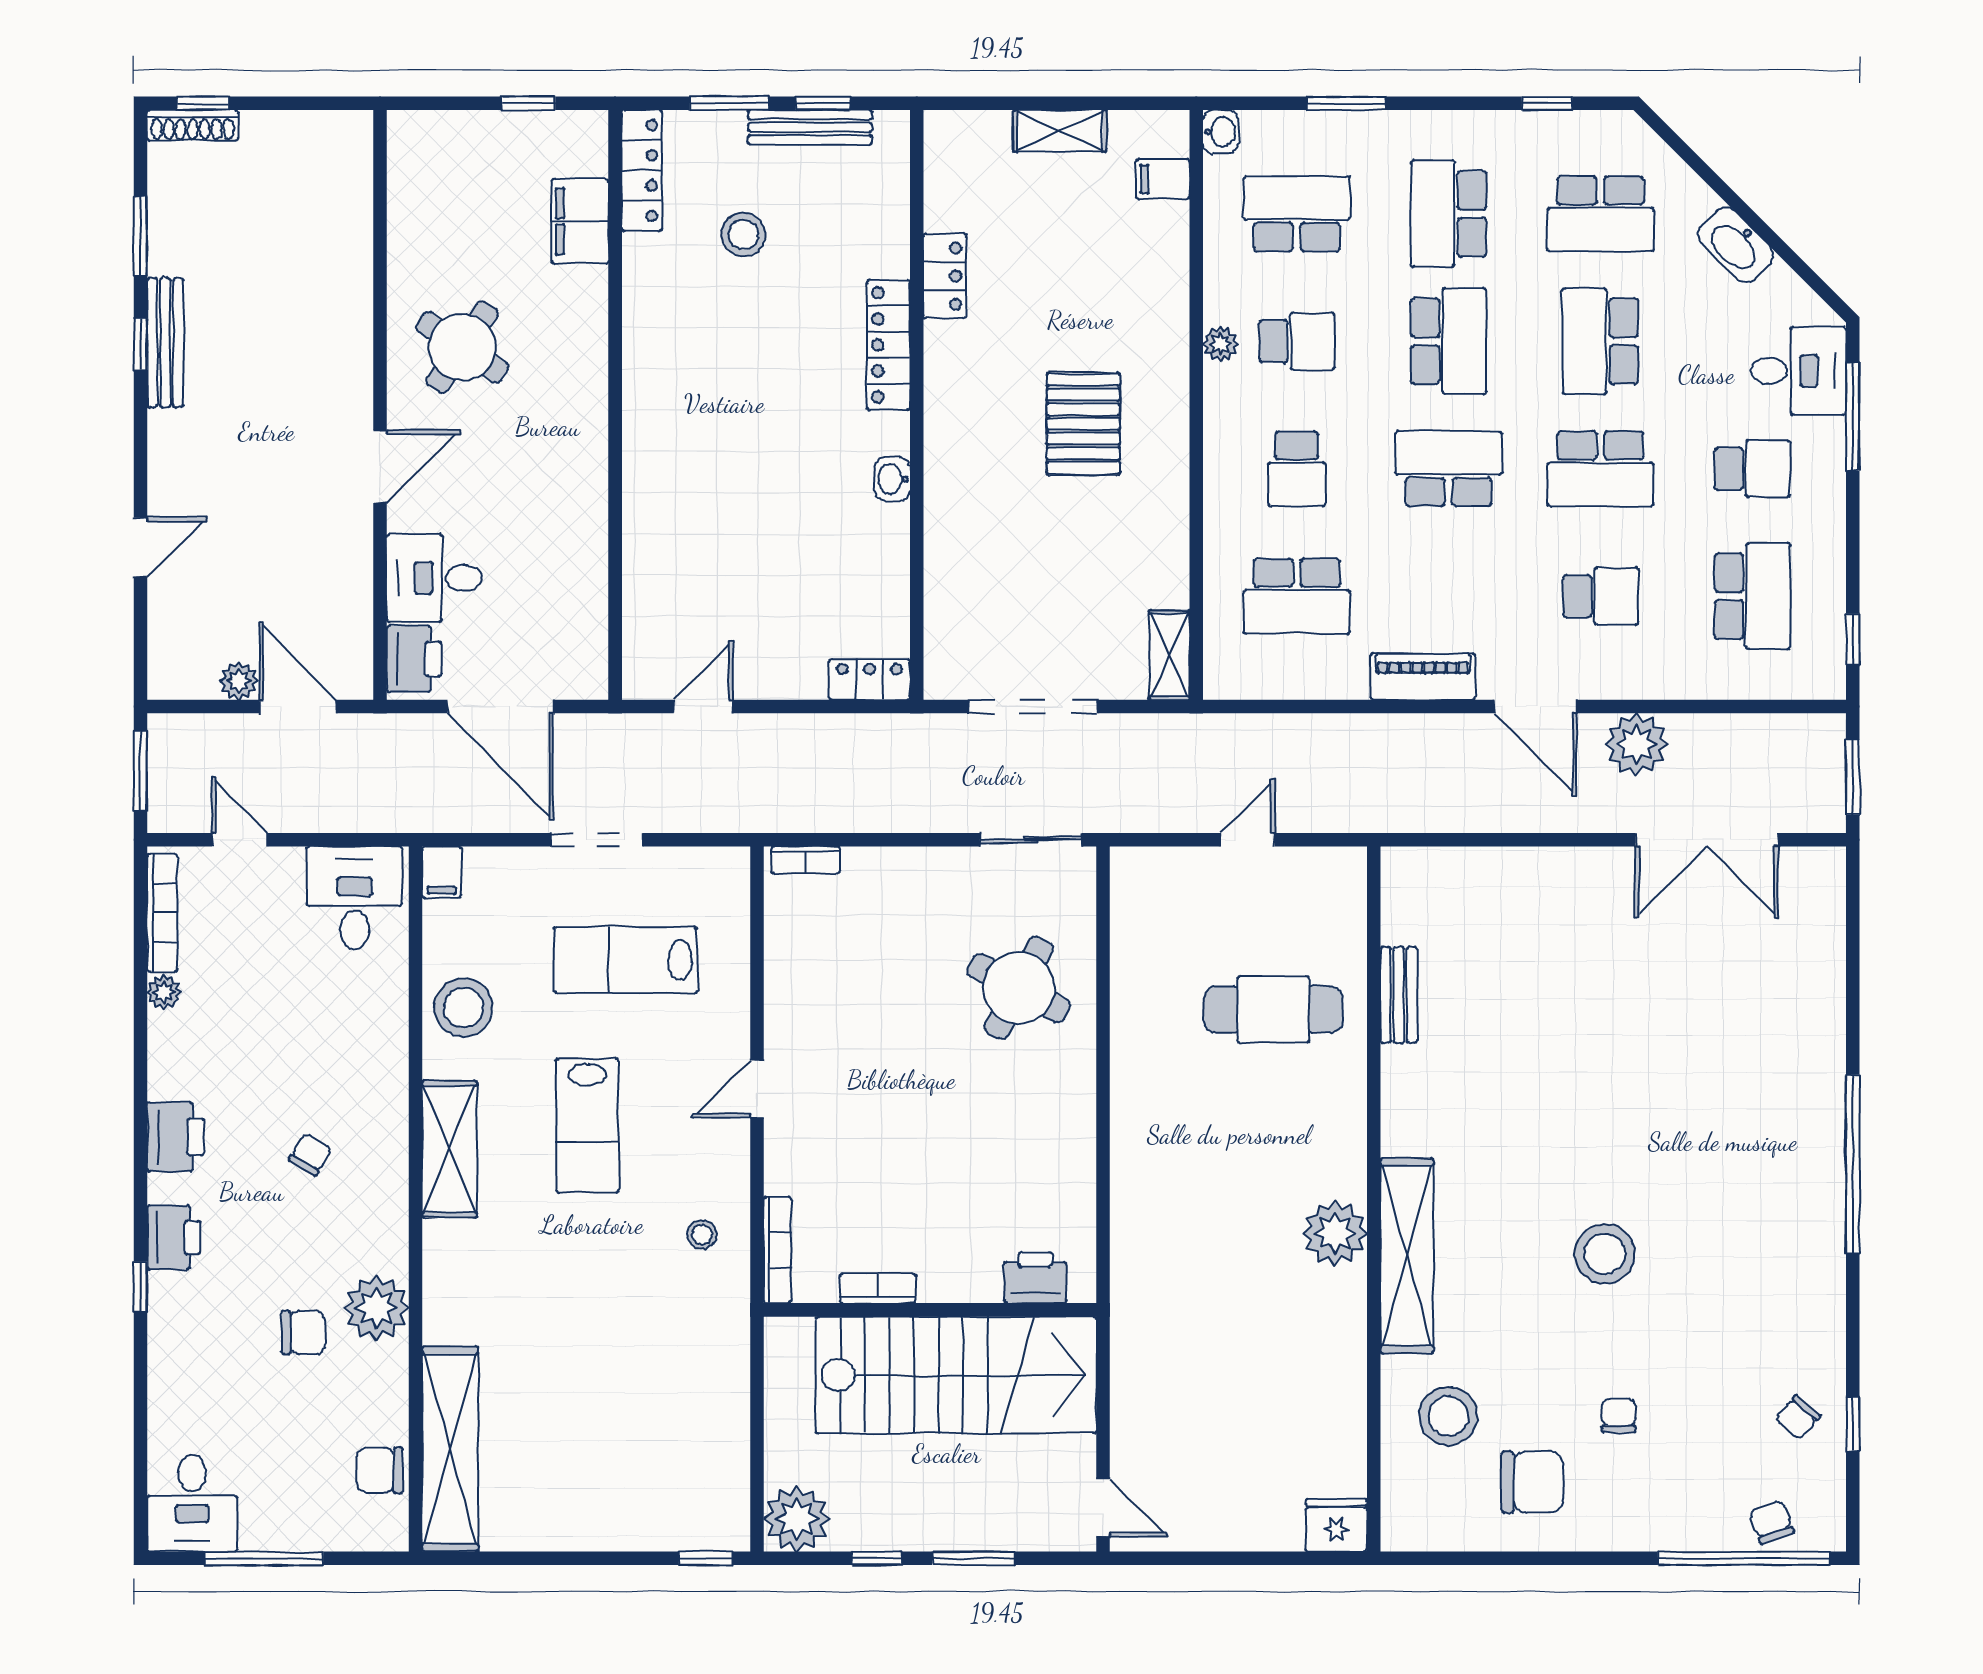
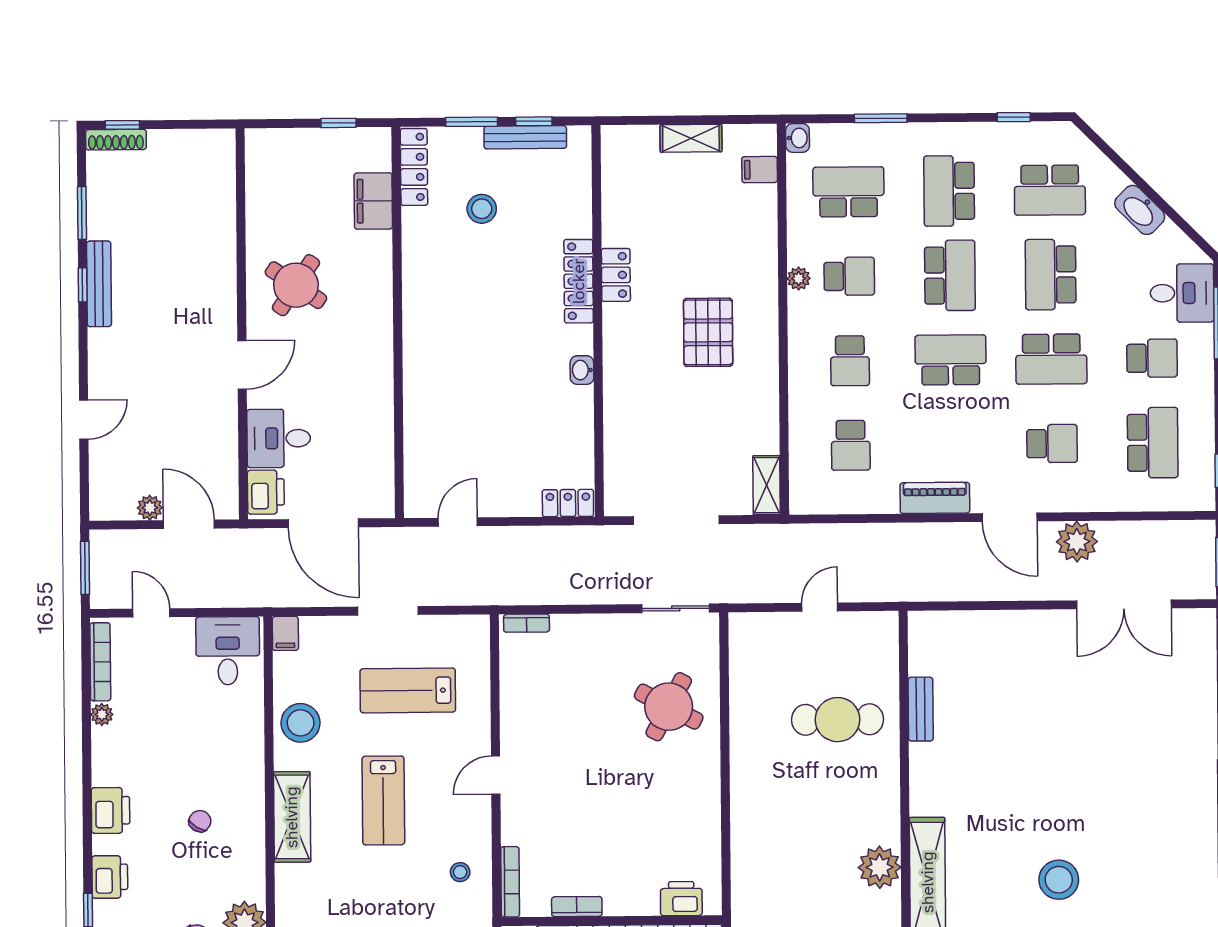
locker: (945, 276) -> (616, 275), moved
school desk: (1297, 596) -> (851, 445), width x0.54

